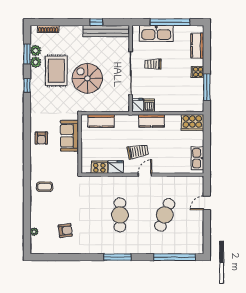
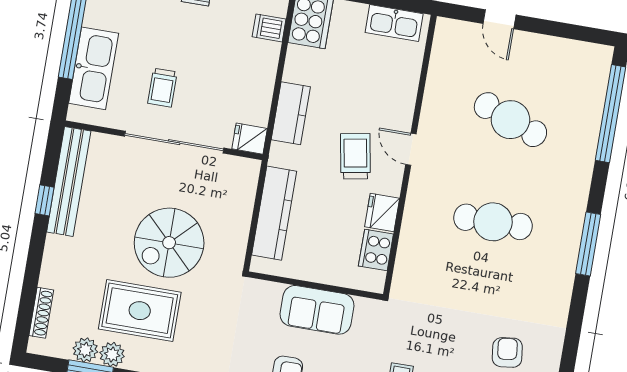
dishwasher: (149, 105) -> (269, 28), moved
kitchen counter: (101, 121) -> (274, 213), width x1.50
sofa: (70, 136) -> (317, 310), moved

